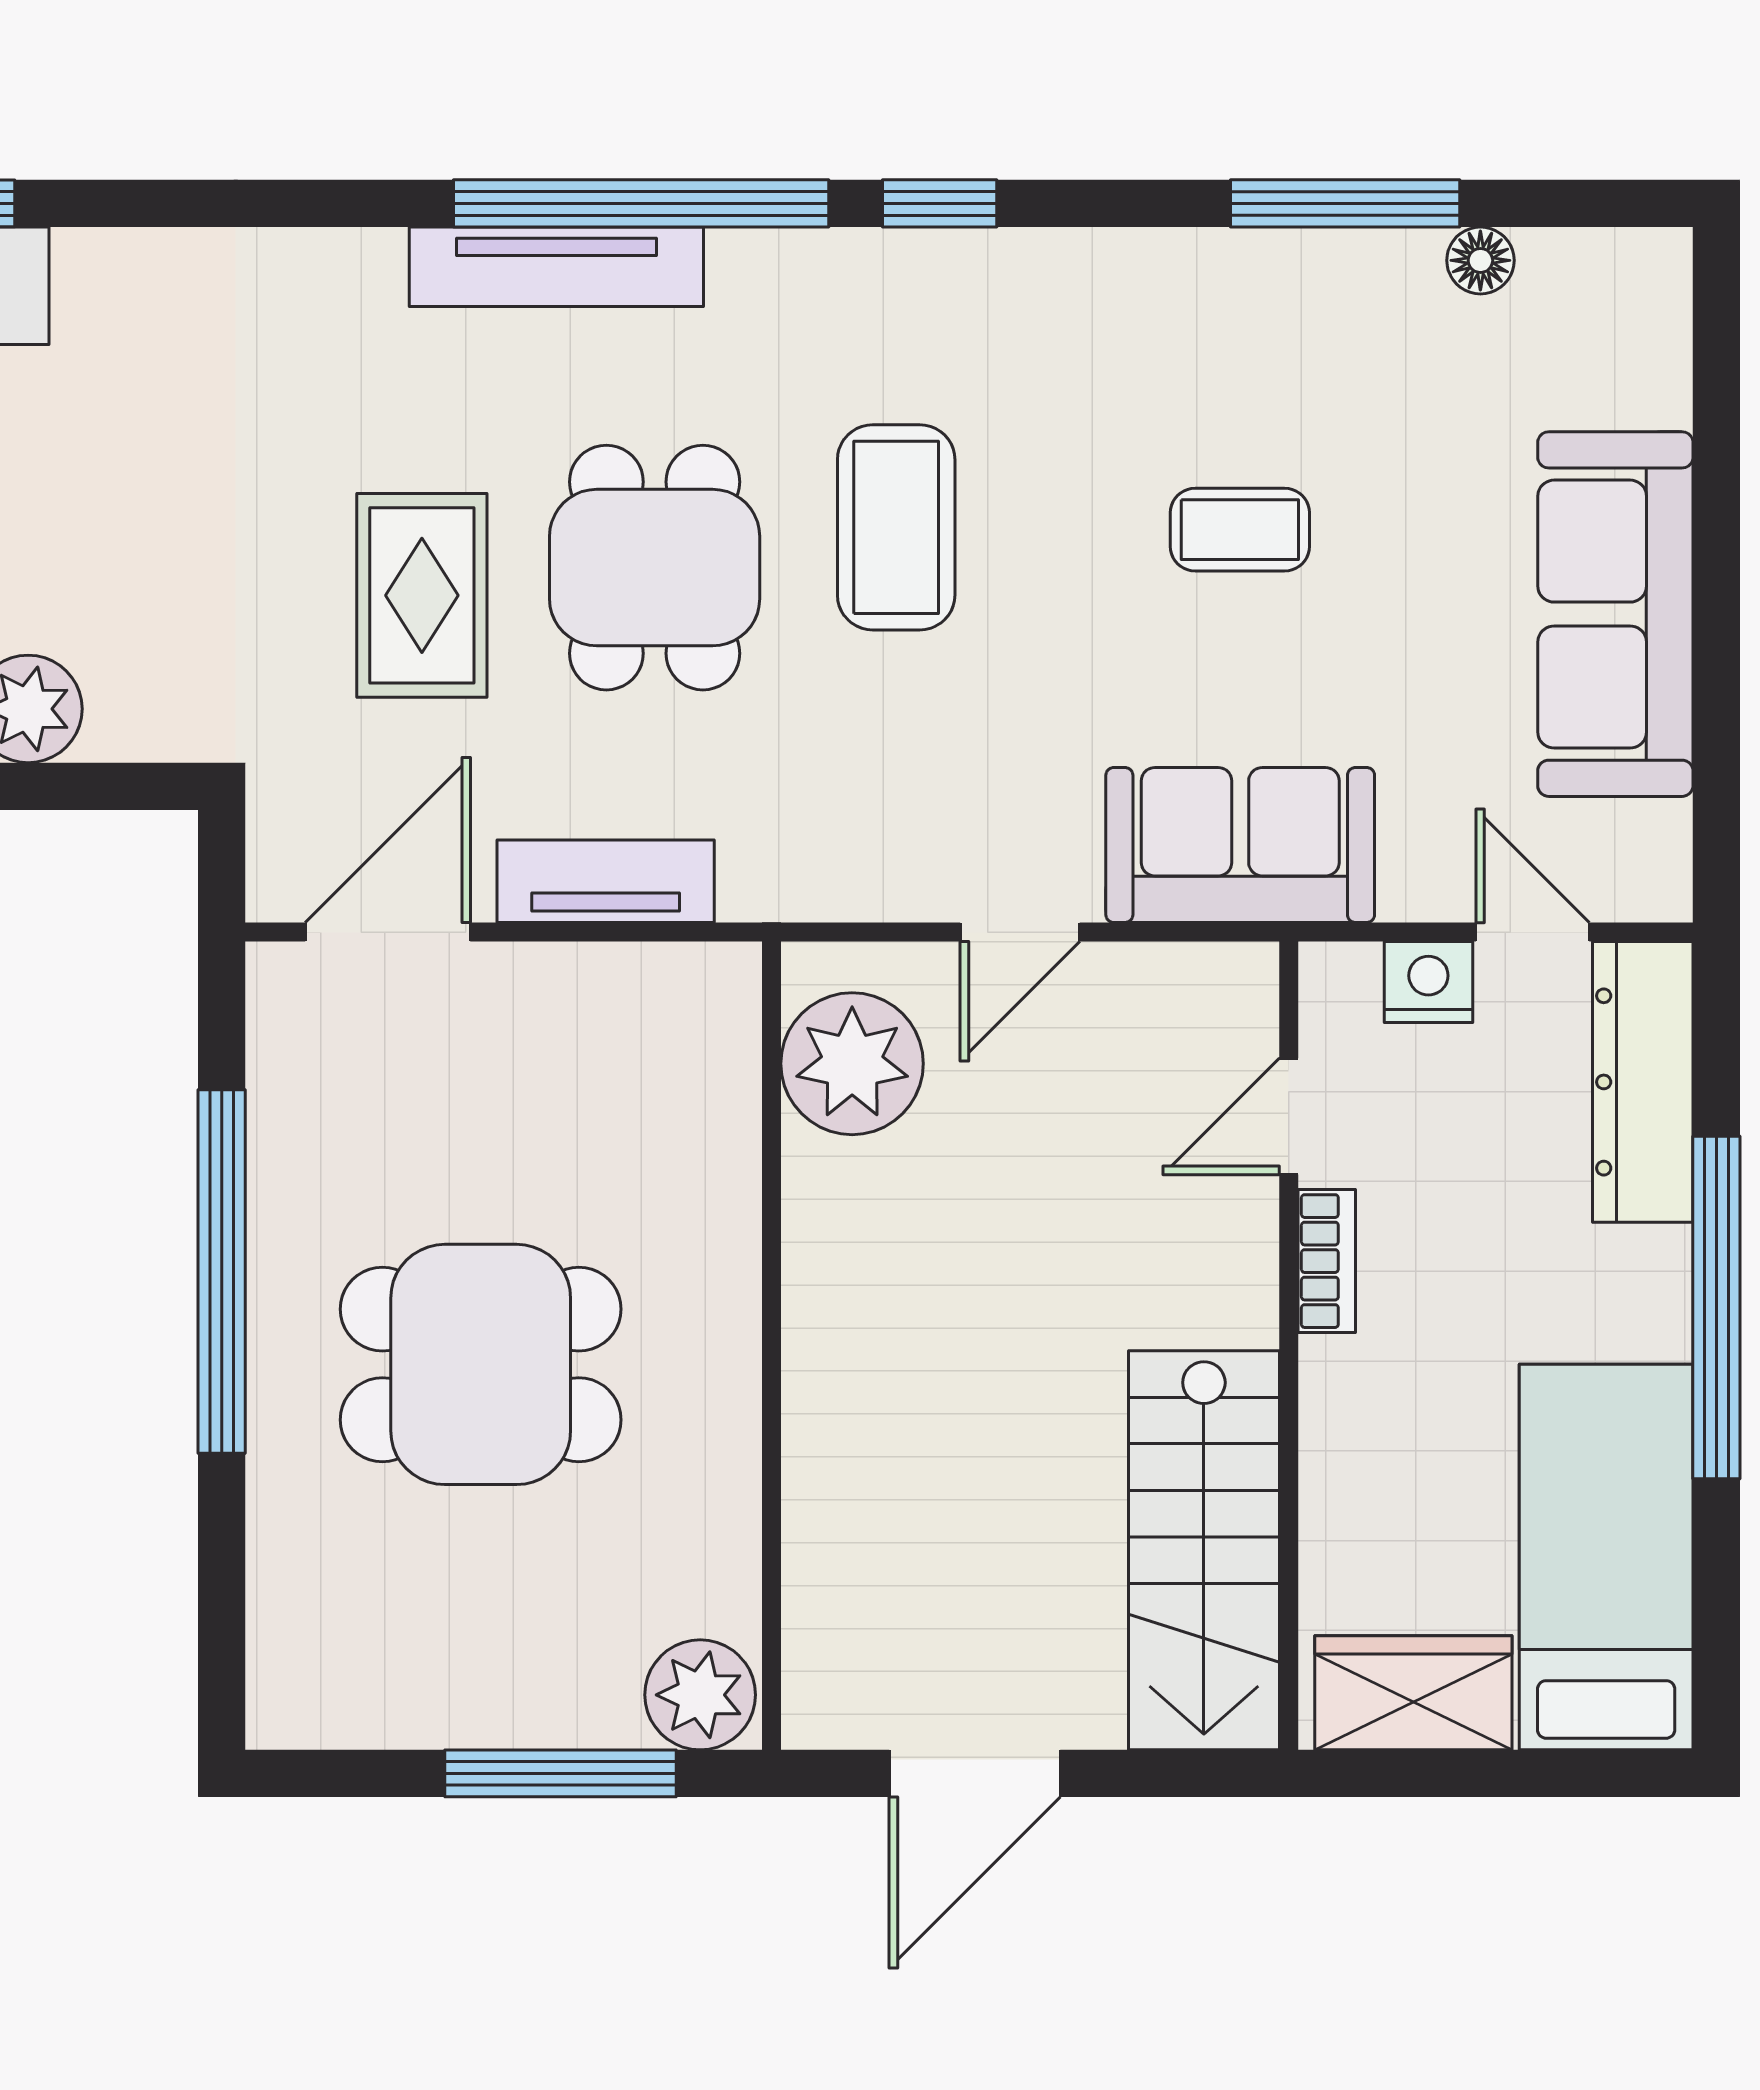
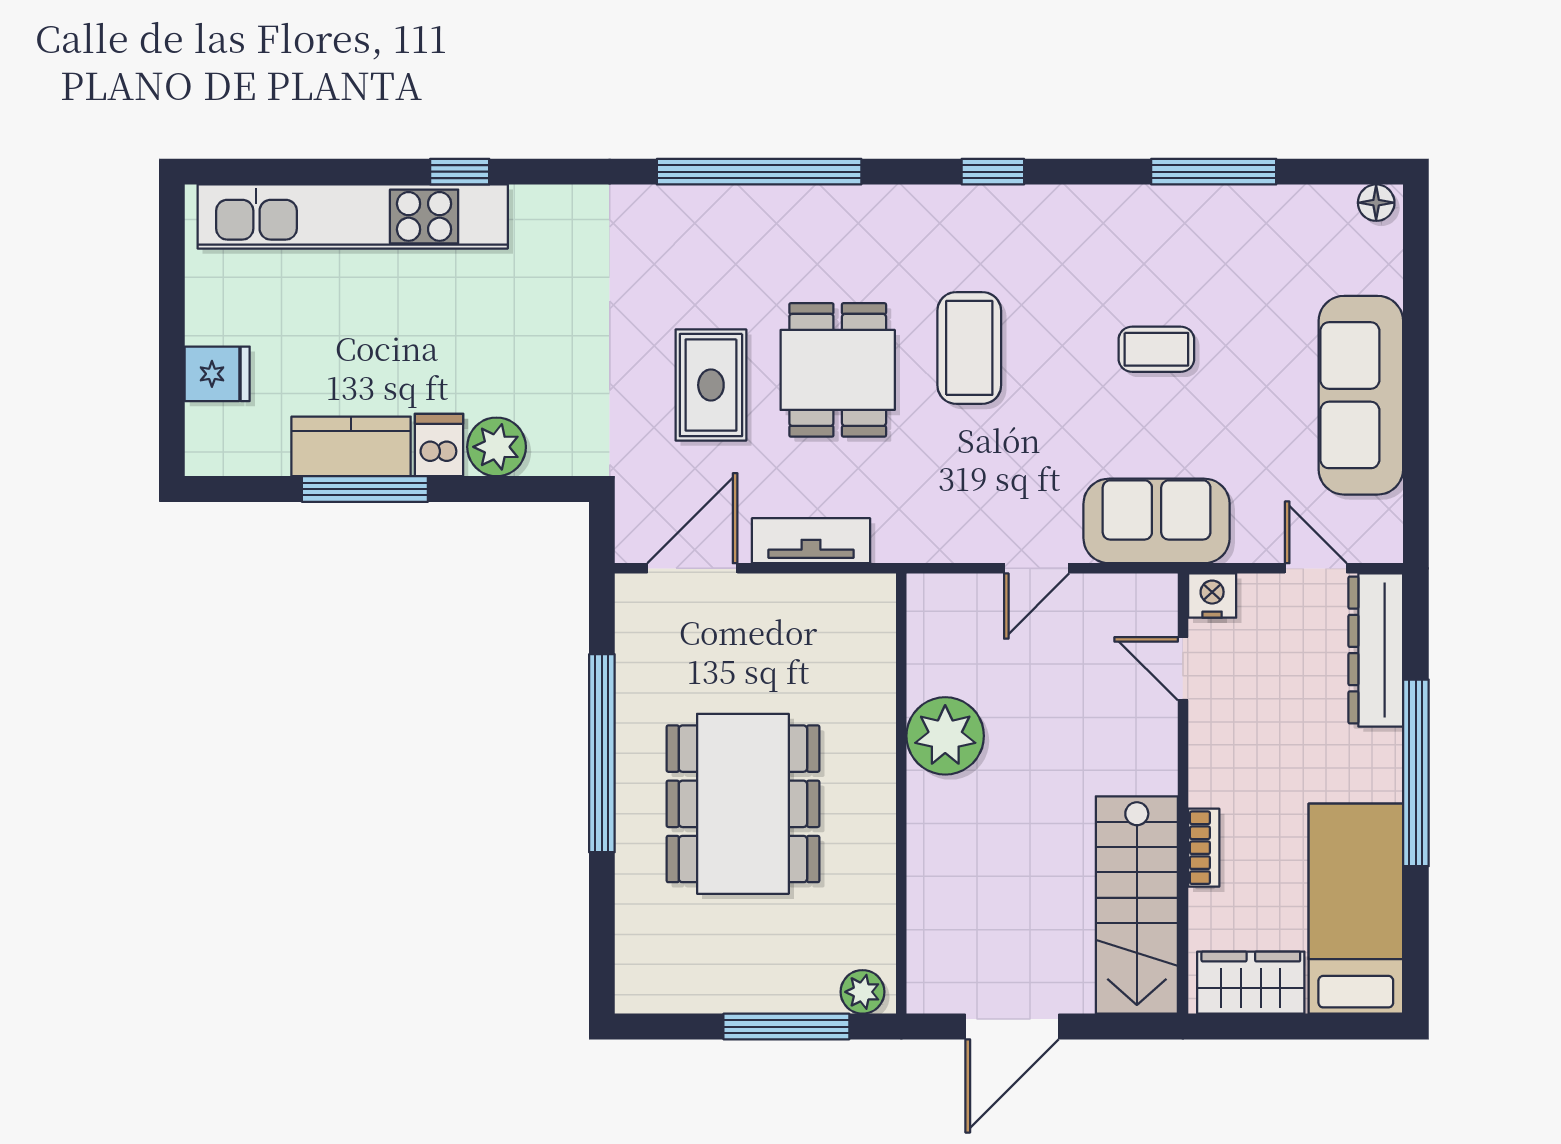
window: (641, 203) -> (759, 172), moved
floor lamp: (1480, 260) -> (1376, 203), moved
tv unit: (556, 267) -> (784, 206), removed
nightstand: (1428, 982) -> (1212, 596), moved
plant: (852, 1064) -> (945, 736), moved
door: (1289, 1116) -> (1183, 669), hinge flipped
bookcase: (1327, 1261) -> (1204, 848), moved
dining table: (481, 1364) -> (743, 804), width x1.38
plant: (700, 1695) -> (862, 992), width x0.73, depth x0.73

